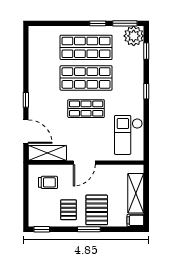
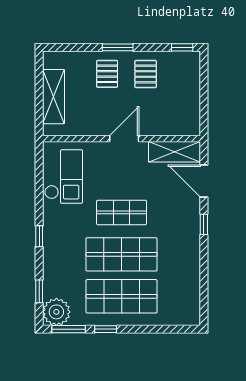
trolley: (48, 182) -> (174, 111), removed
pallet: (97, 210) -> (107, 74), width x0.67, depth x0.71
filing cabinet: (135, 220) -> (54, 59), removed

